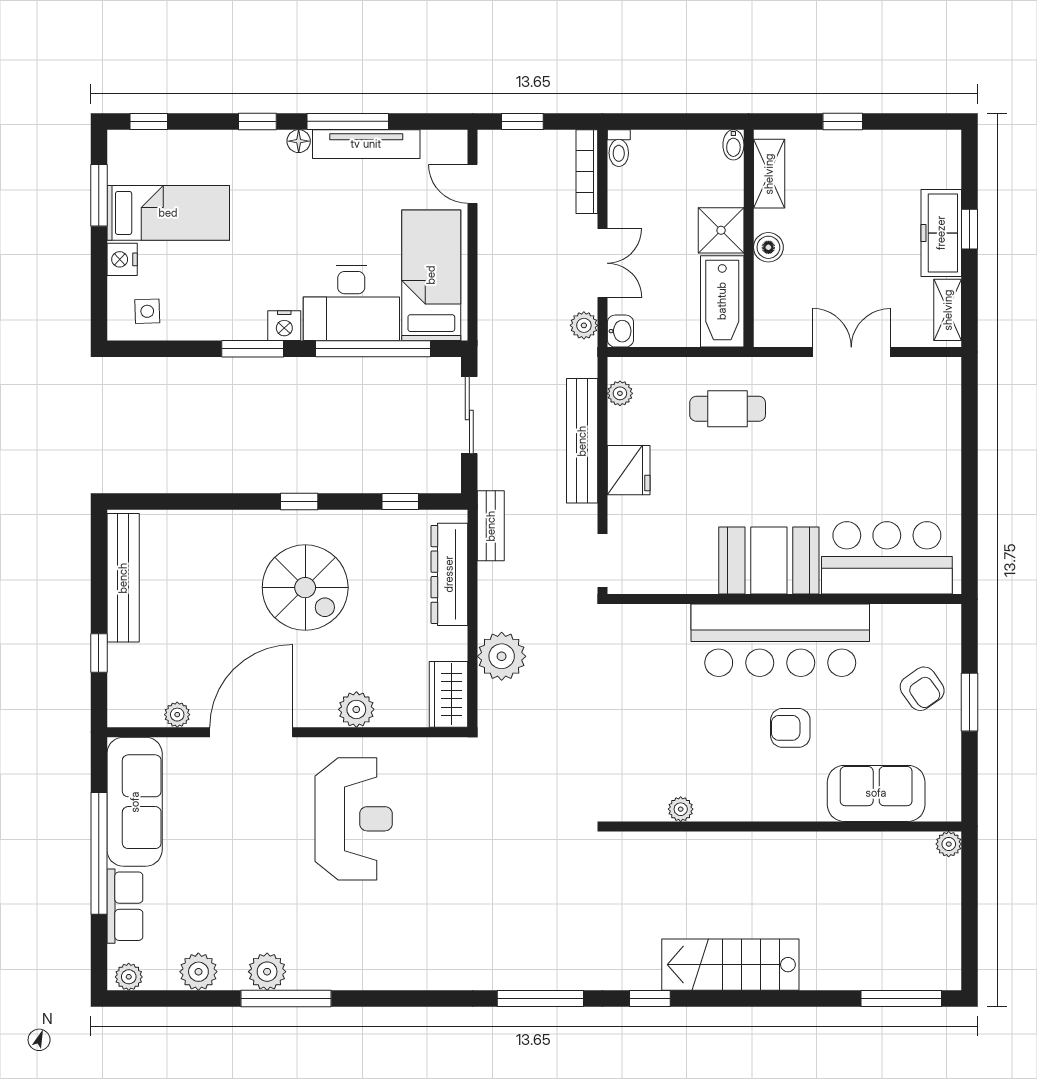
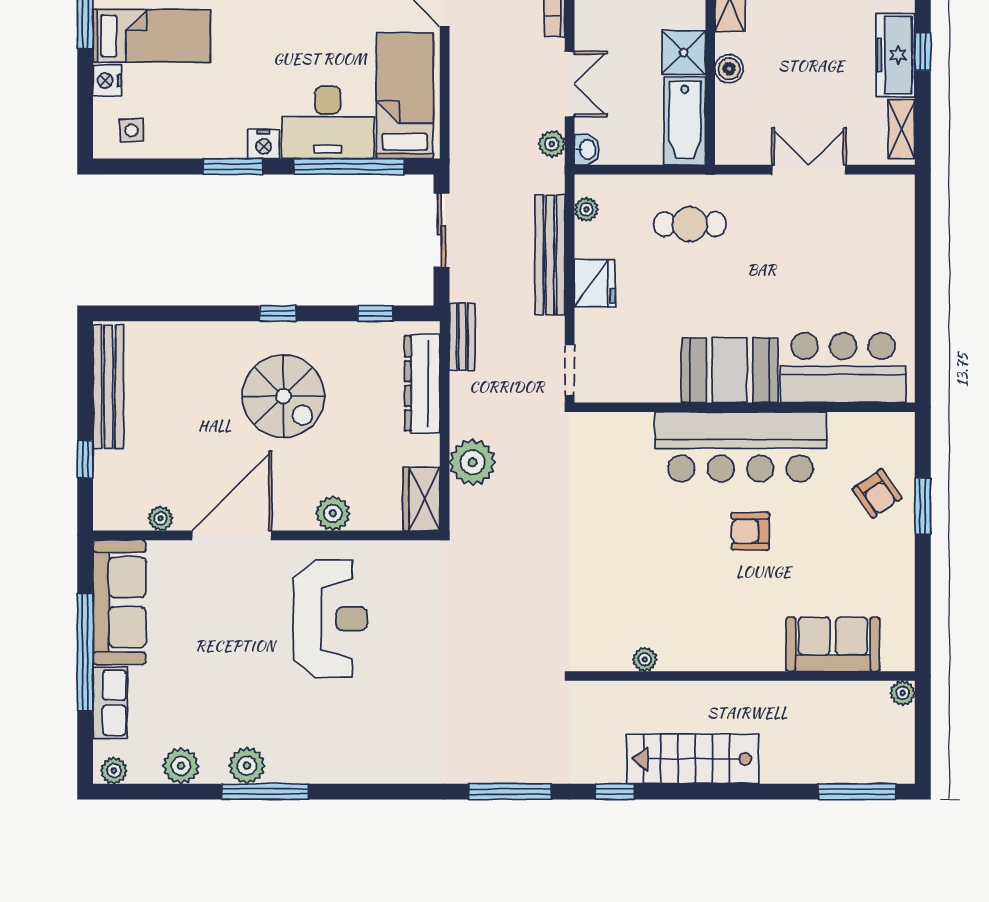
sofa: (876, 793) -> (833, 644), moved
plant: (681, 809) -> (645, 659), moved
wall: (784, 826) -> (745, 676), moved
plant: (949, 844) -> (903, 693), moved

